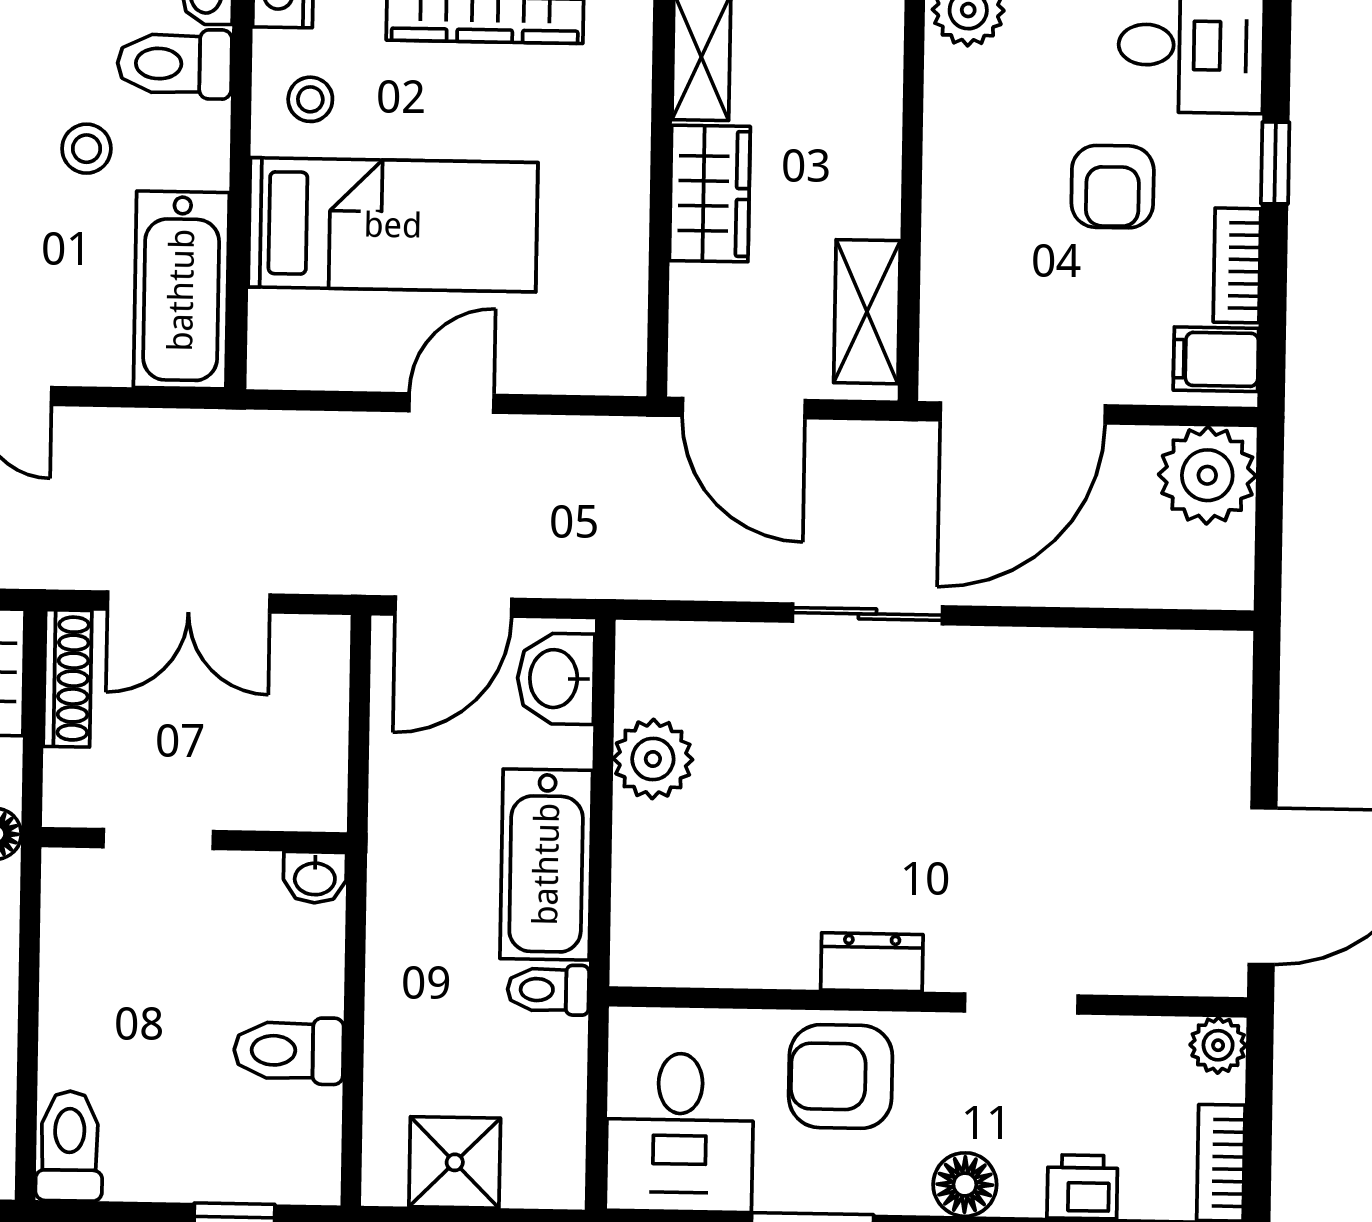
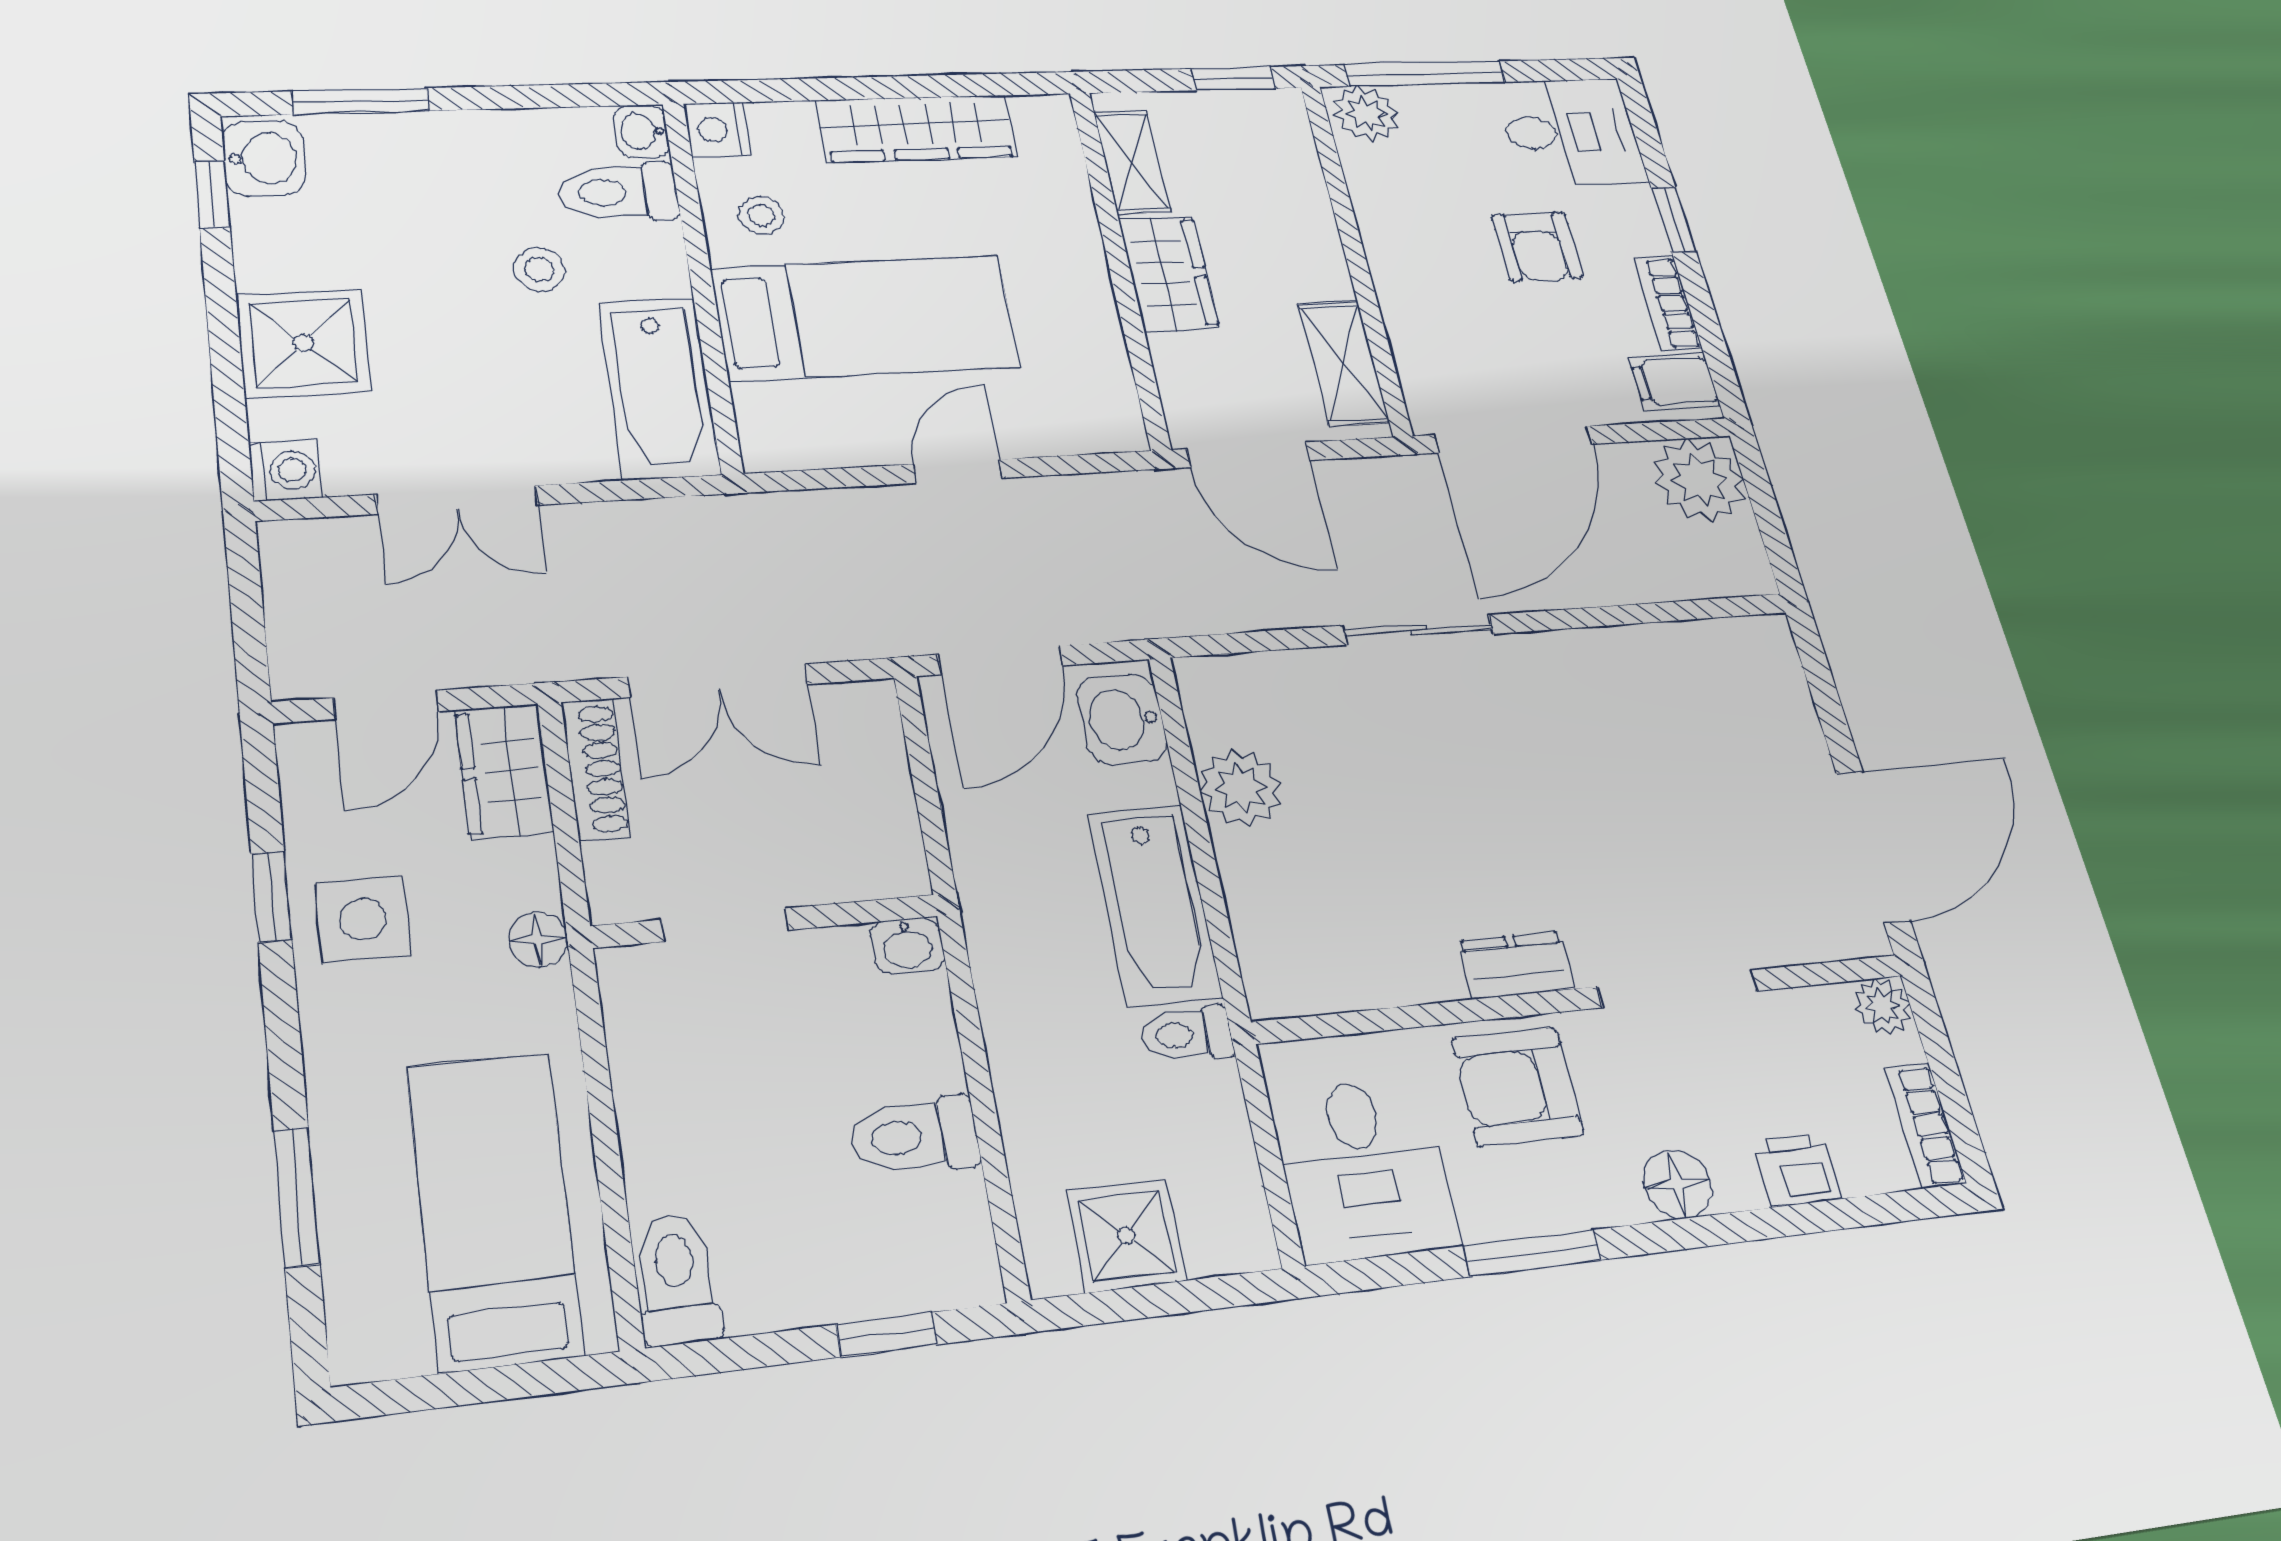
doorway: (1021, 1003) -> (1678, 989), width x1.38

